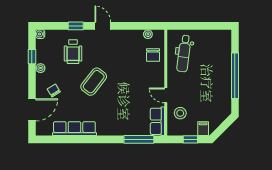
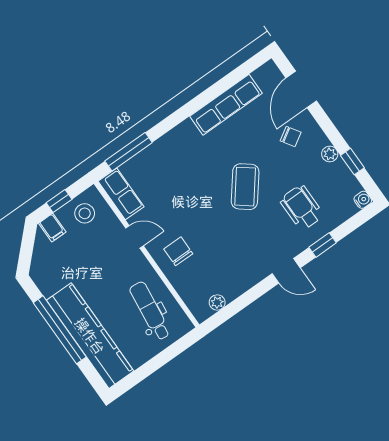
chair: (153, 55) -> (178, 251), moved
kitchen counter: (222, 62) -> (90, 336), added
stool: (180, 113) -> (85, 213), moved

